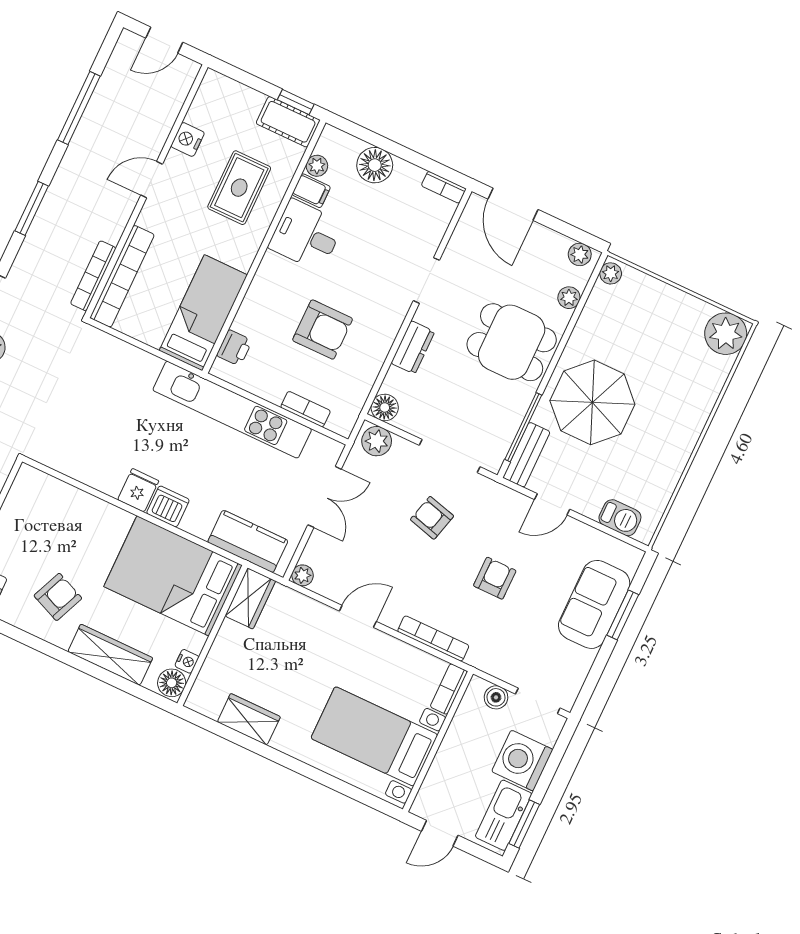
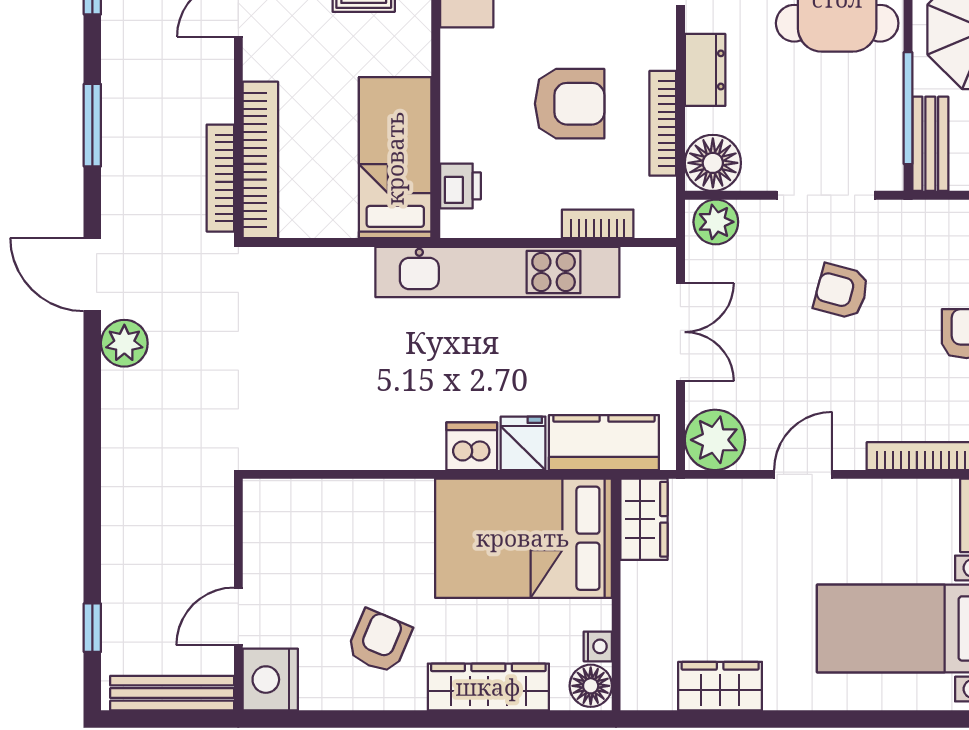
bookcase: (373, 367) -> (663, 123), added
floor lamp: (385, 407) -> (713, 163), width x1.38, depth x1.38
fridge: (138, 490) -> (523, 443), moved
plant: (303, 575) -> (715, 440), width x1.88, depth x1.88

